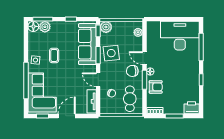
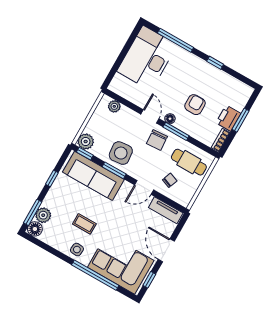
door: (144, 58) -> (150, 116), swing flipped
armchair: (156, 87) -> (195, 105), moved
printer: (192, 108) -> (228, 118), moved

